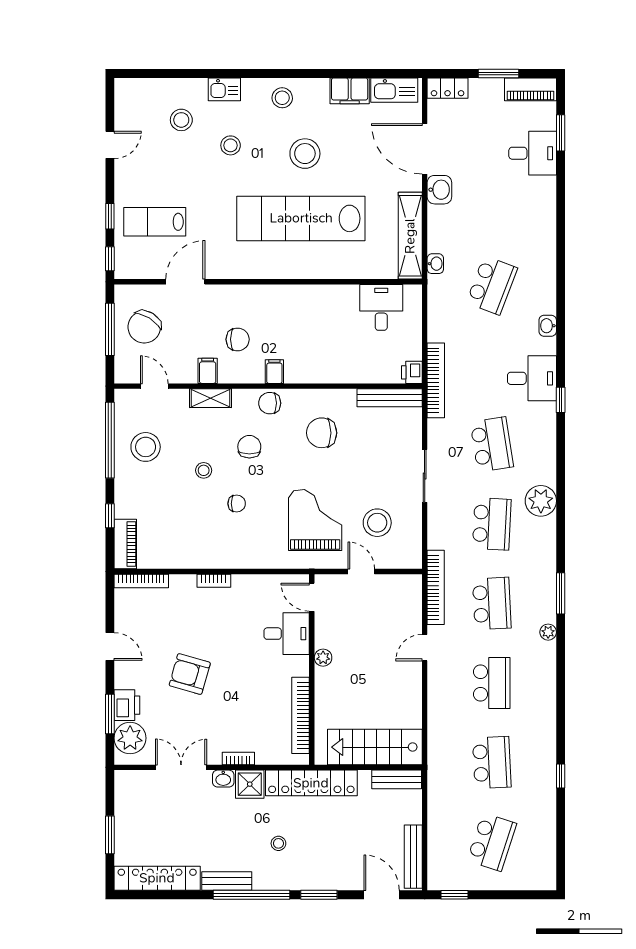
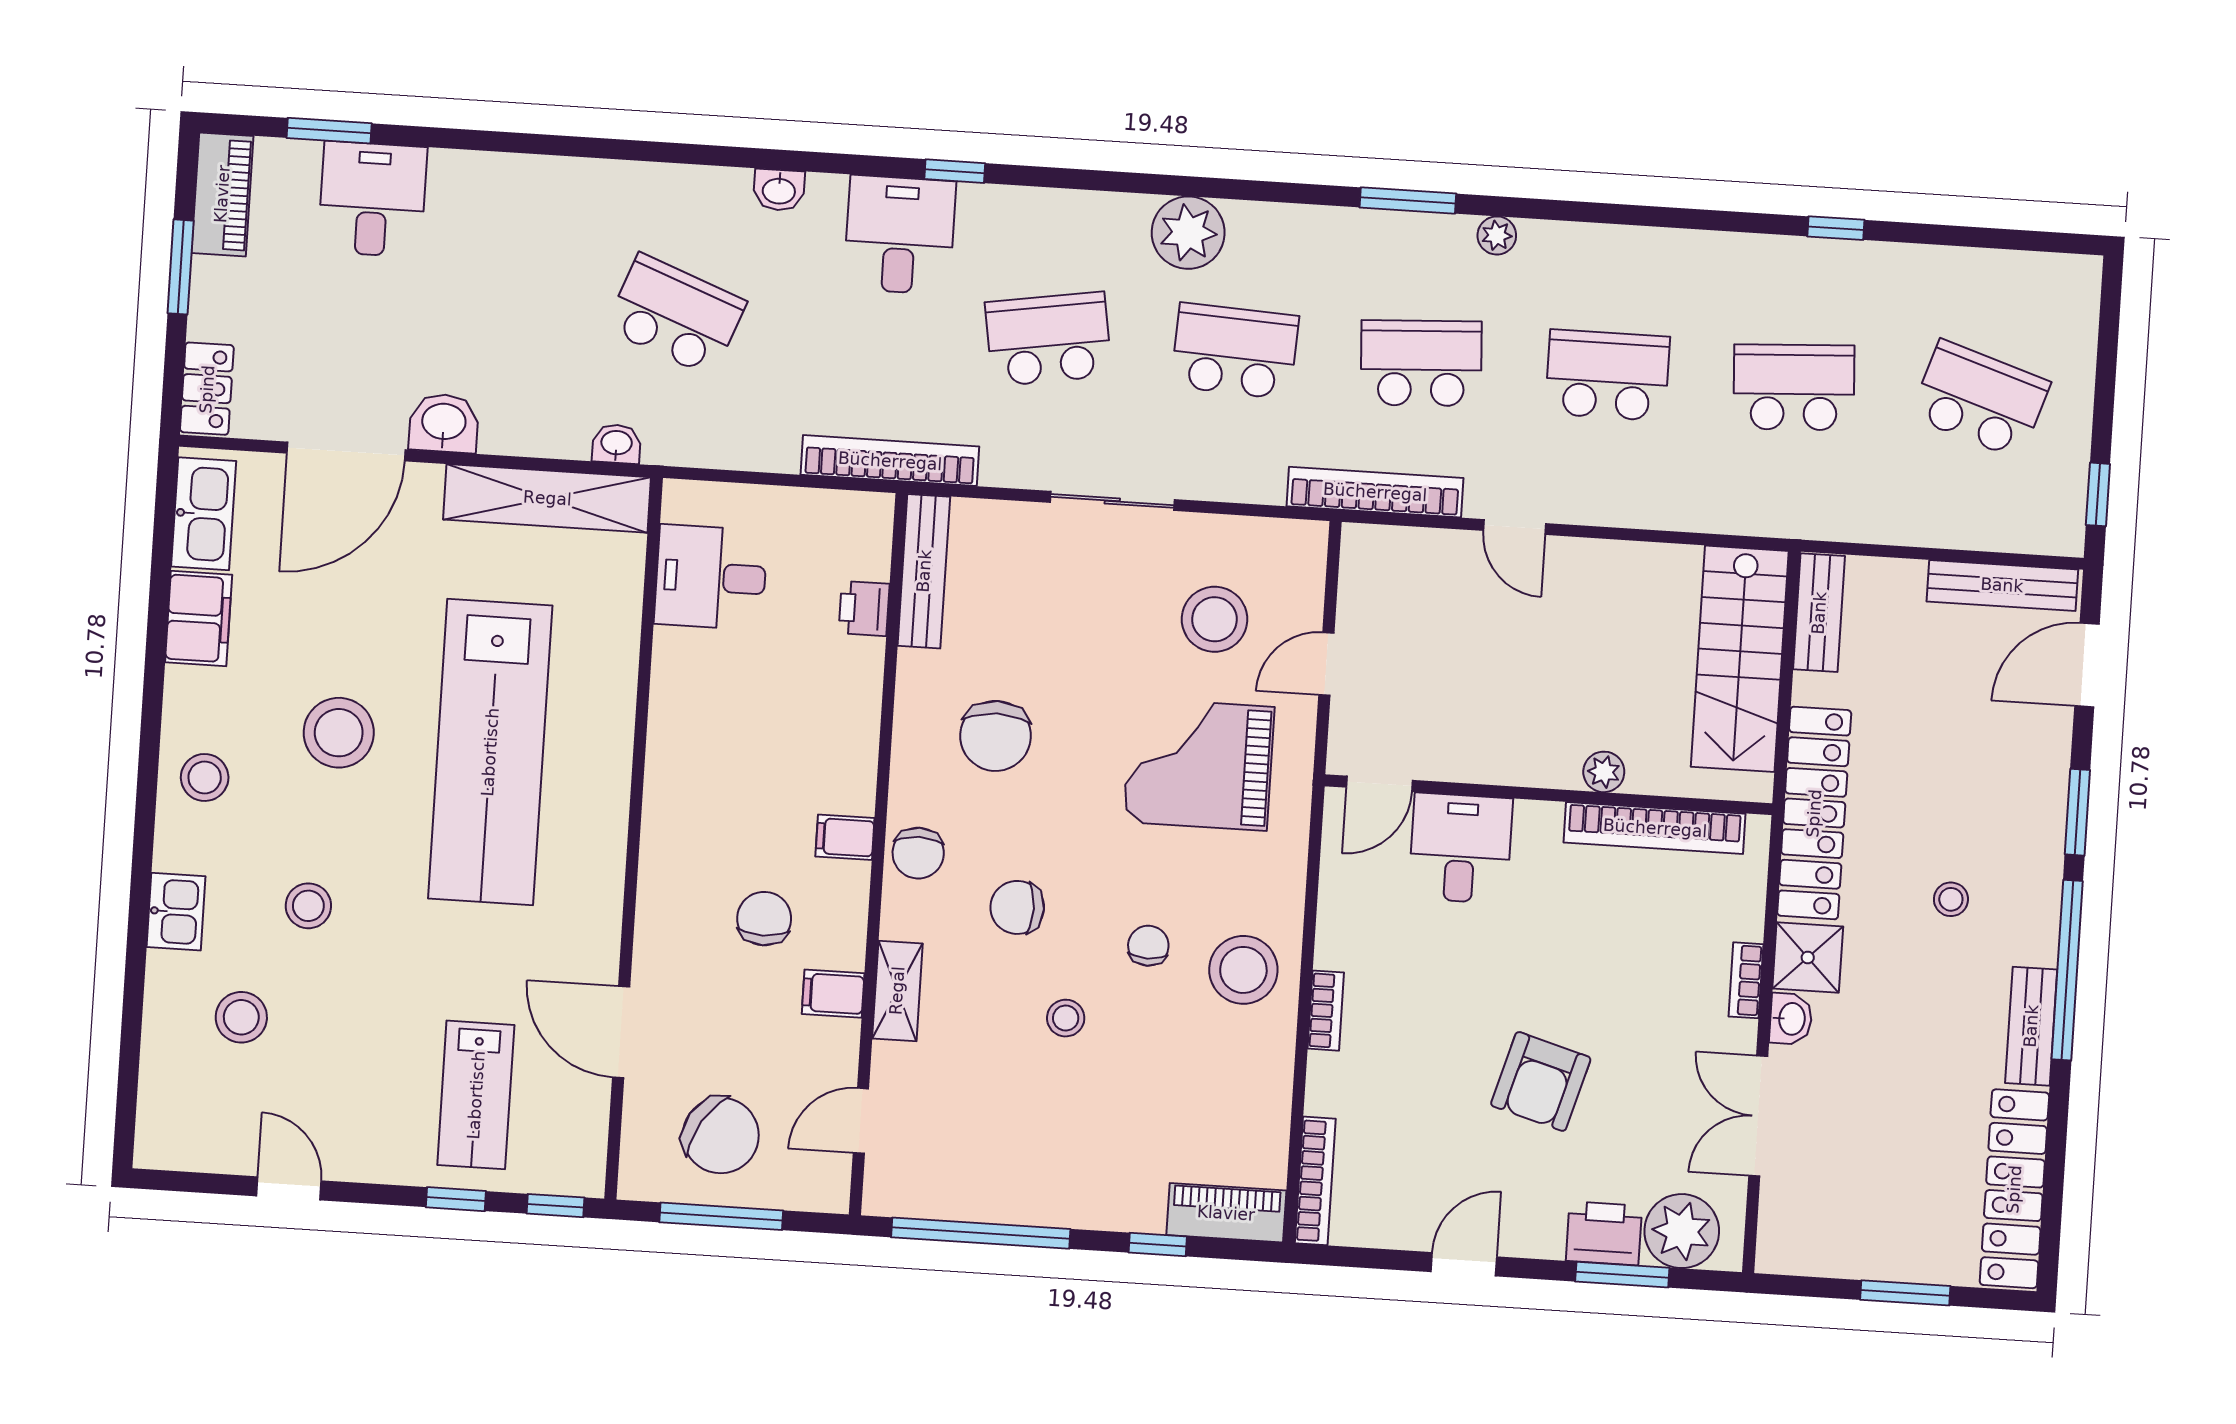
printer: (412, 372) -> (864, 608), moved, turned 90
stool: (146, 447) -> (1243, 970), moved
plant: (323, 658) -> (1604, 772), moved

